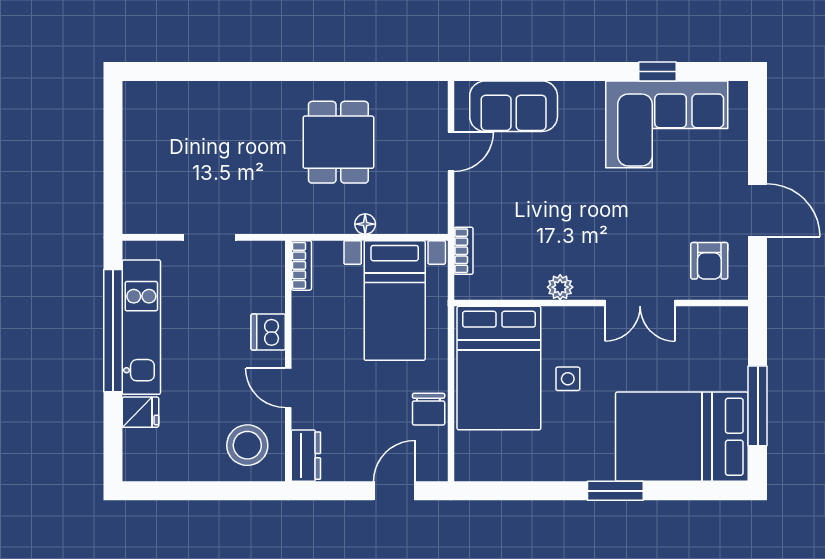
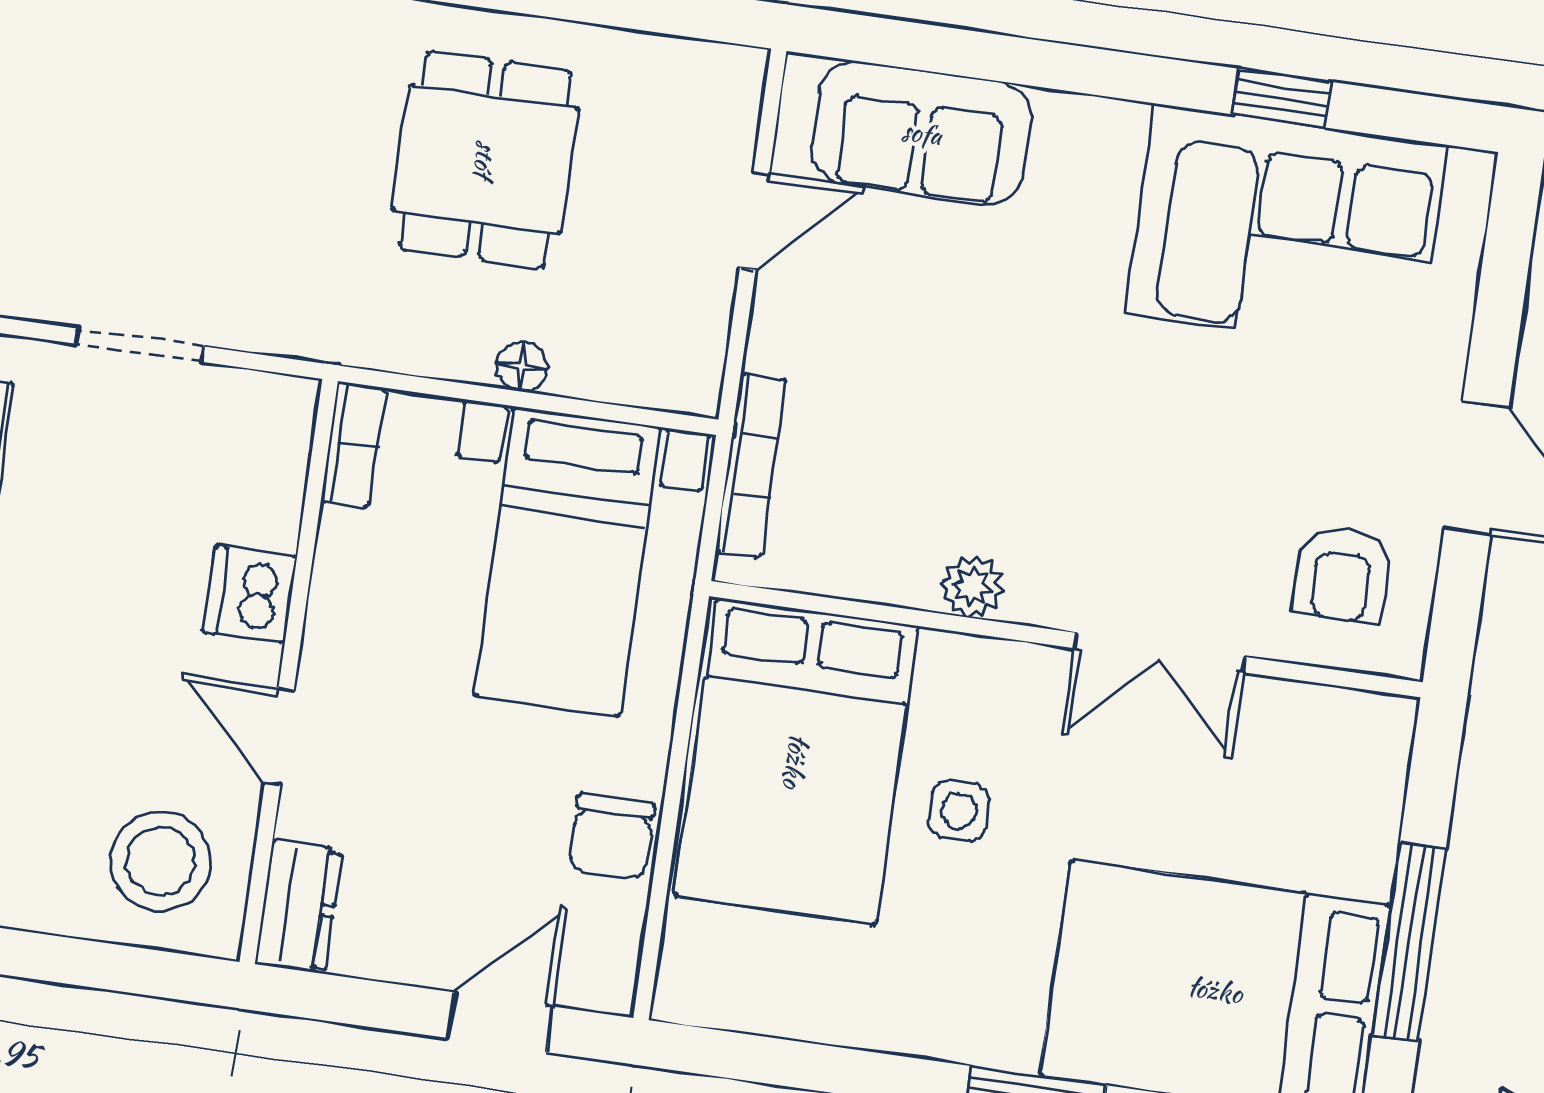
bookcase: (464, 251) -> (751, 465), width x1.56

